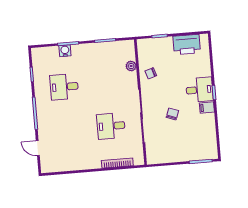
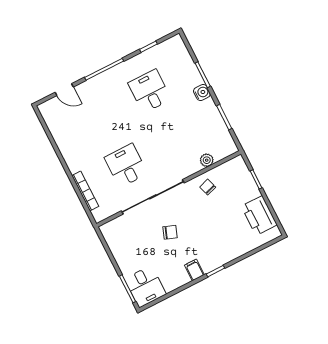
water cooler: (65, 51) -> (202, 92), moved
desk: (199, 90) -> (145, 286), moved
door: (38, 148) -> (64, 90), swing flipped

